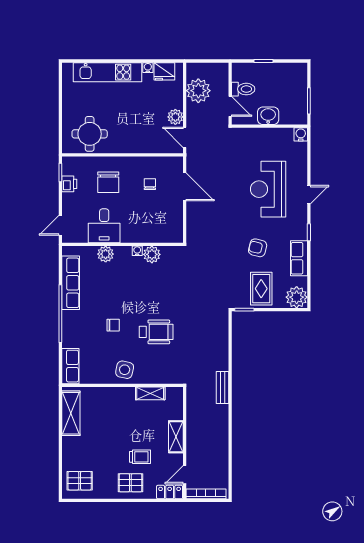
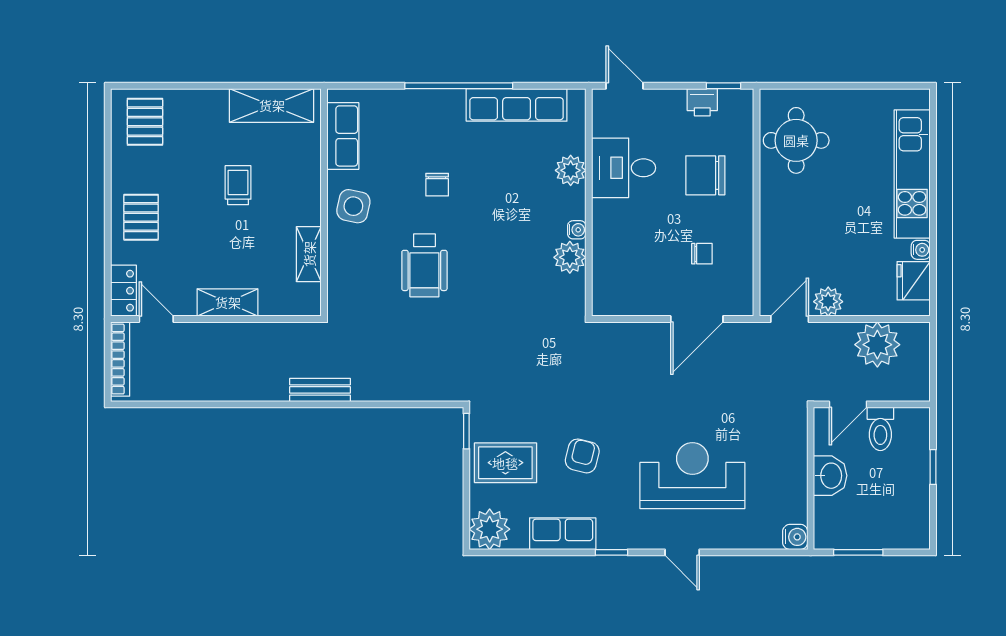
row of seats: (70, 366) -> (343, 136), moved, turned -90
trolley: (140, 457) -> (238, 185), moved, turned 180

